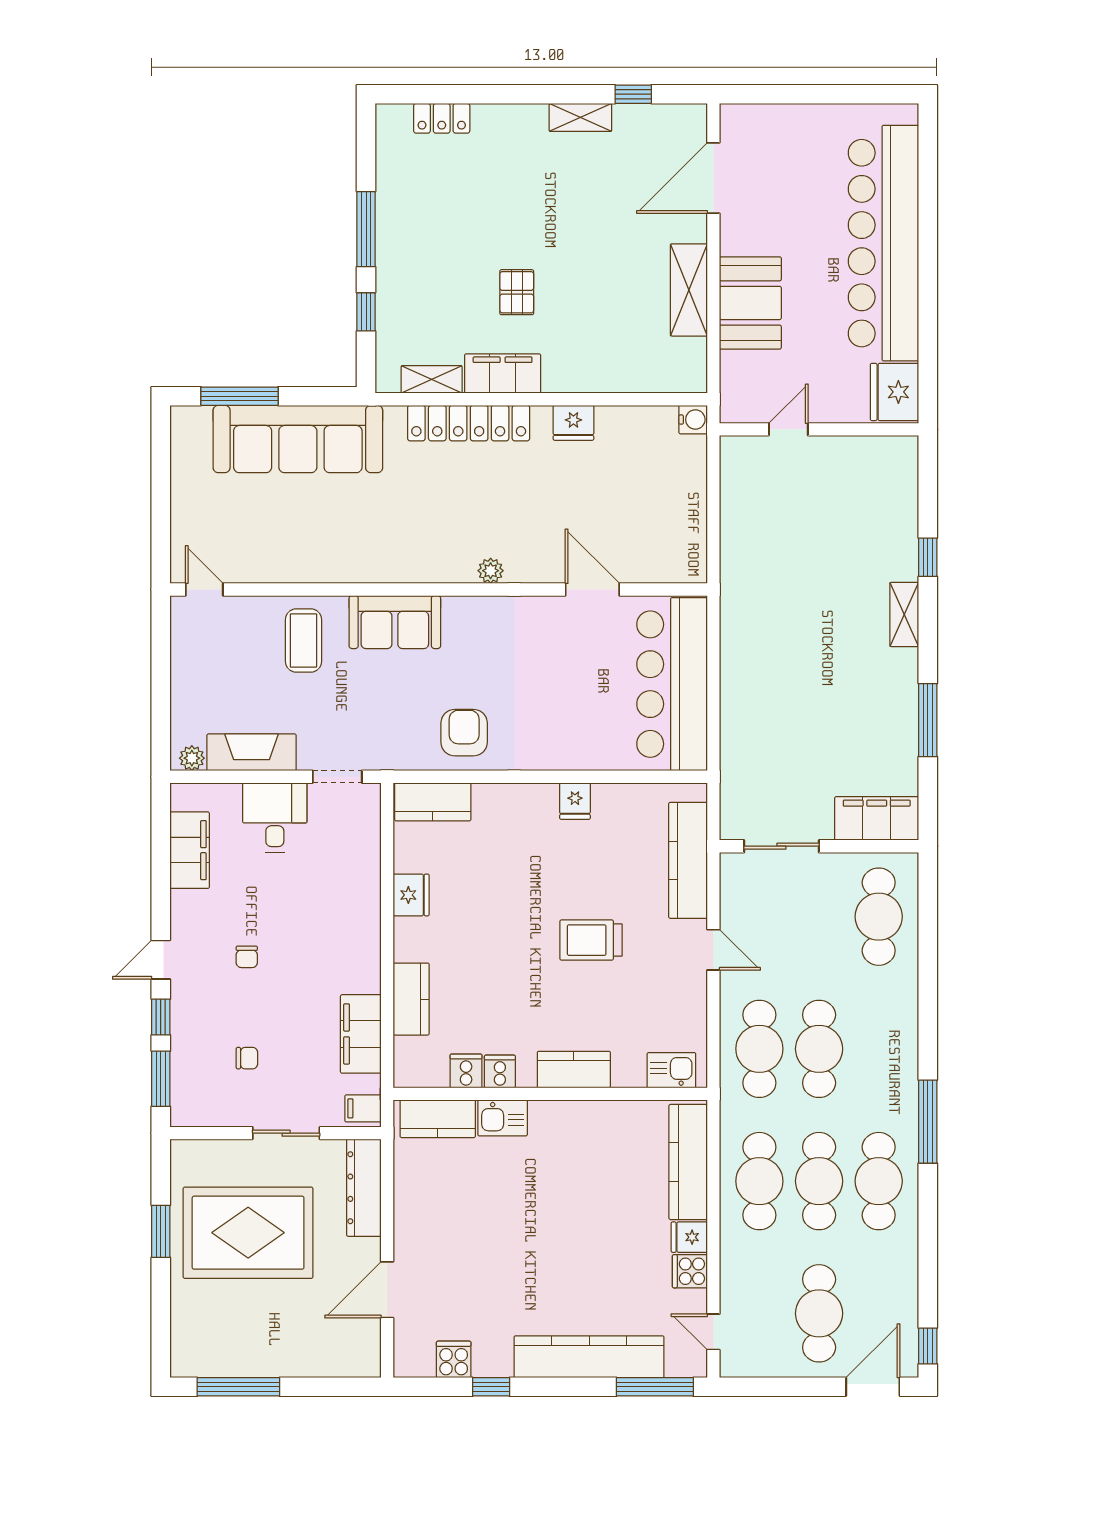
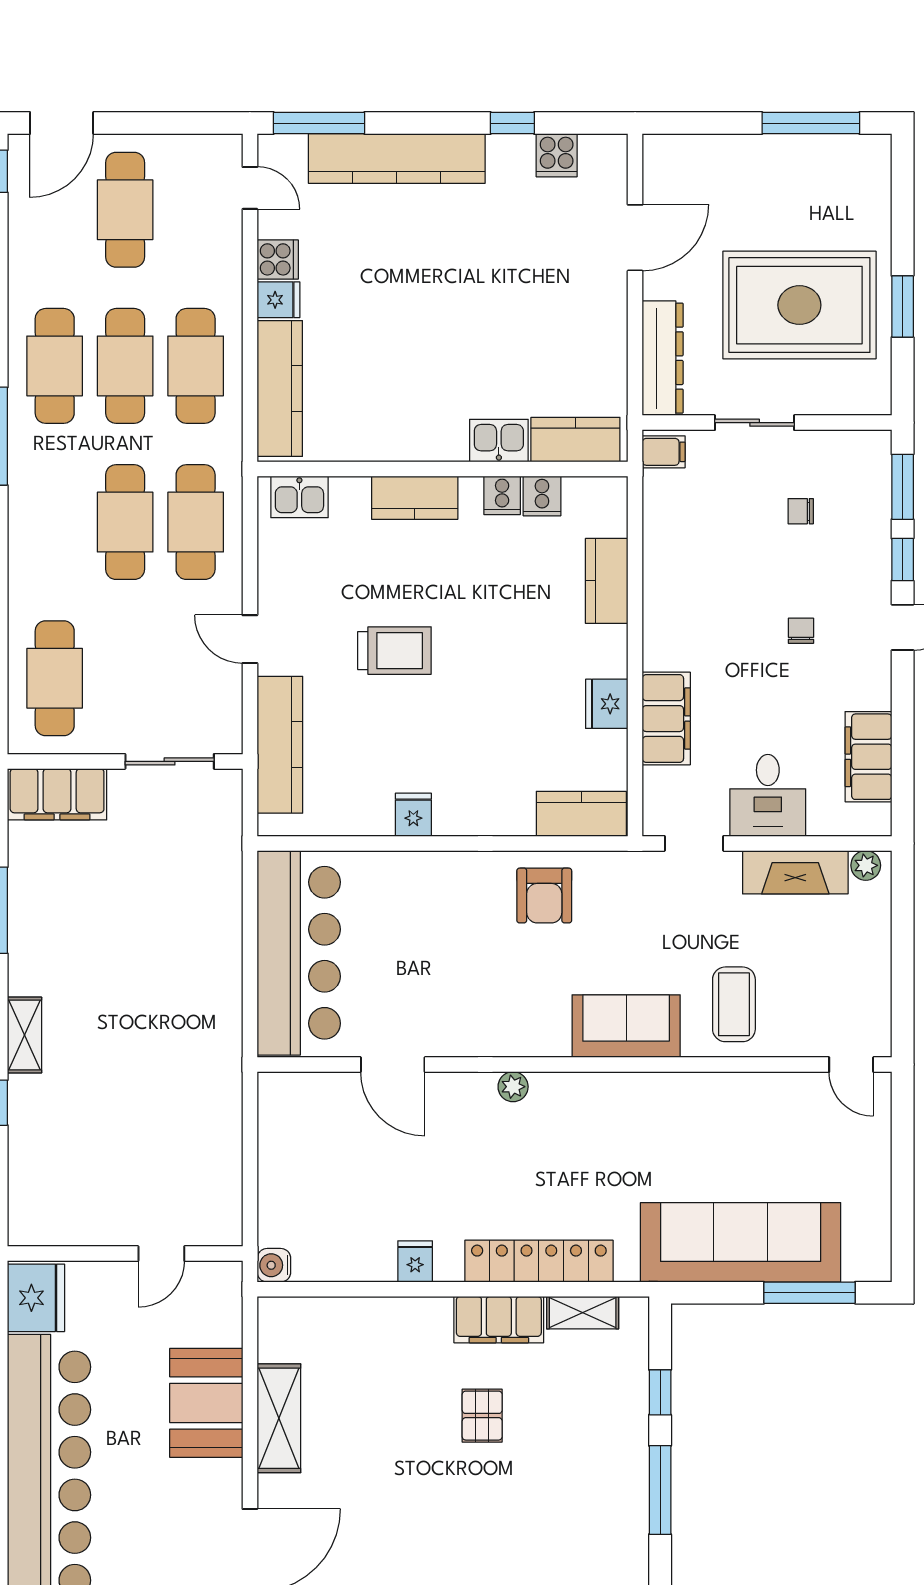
fridge: (573, 423) -> (415, 1261), width x0.72
filing cabinet: (361, 1034) -> (666, 719), moved

